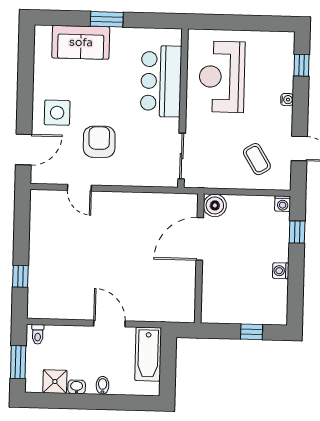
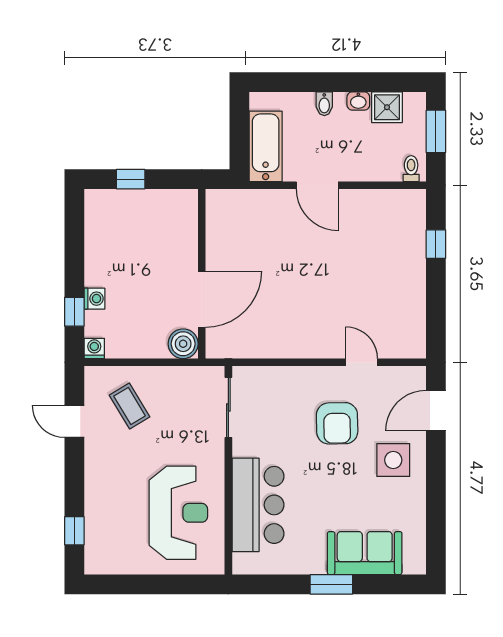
water cooler: (287, 100) -> (92, 485), removed
washing machine: (281, 271) -> (94, 299), moved

